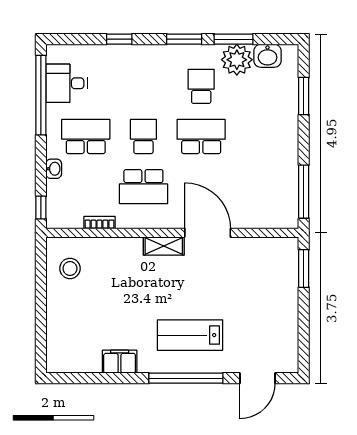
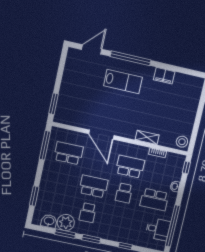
school desk: (201, 137) -> (93, 186), turned 180
school desk: (259, 187) -> (68, 153), added
shelving: (164, 246) -> (147, 137), moved
stool: (70, 268) -> (182, 142), moved

